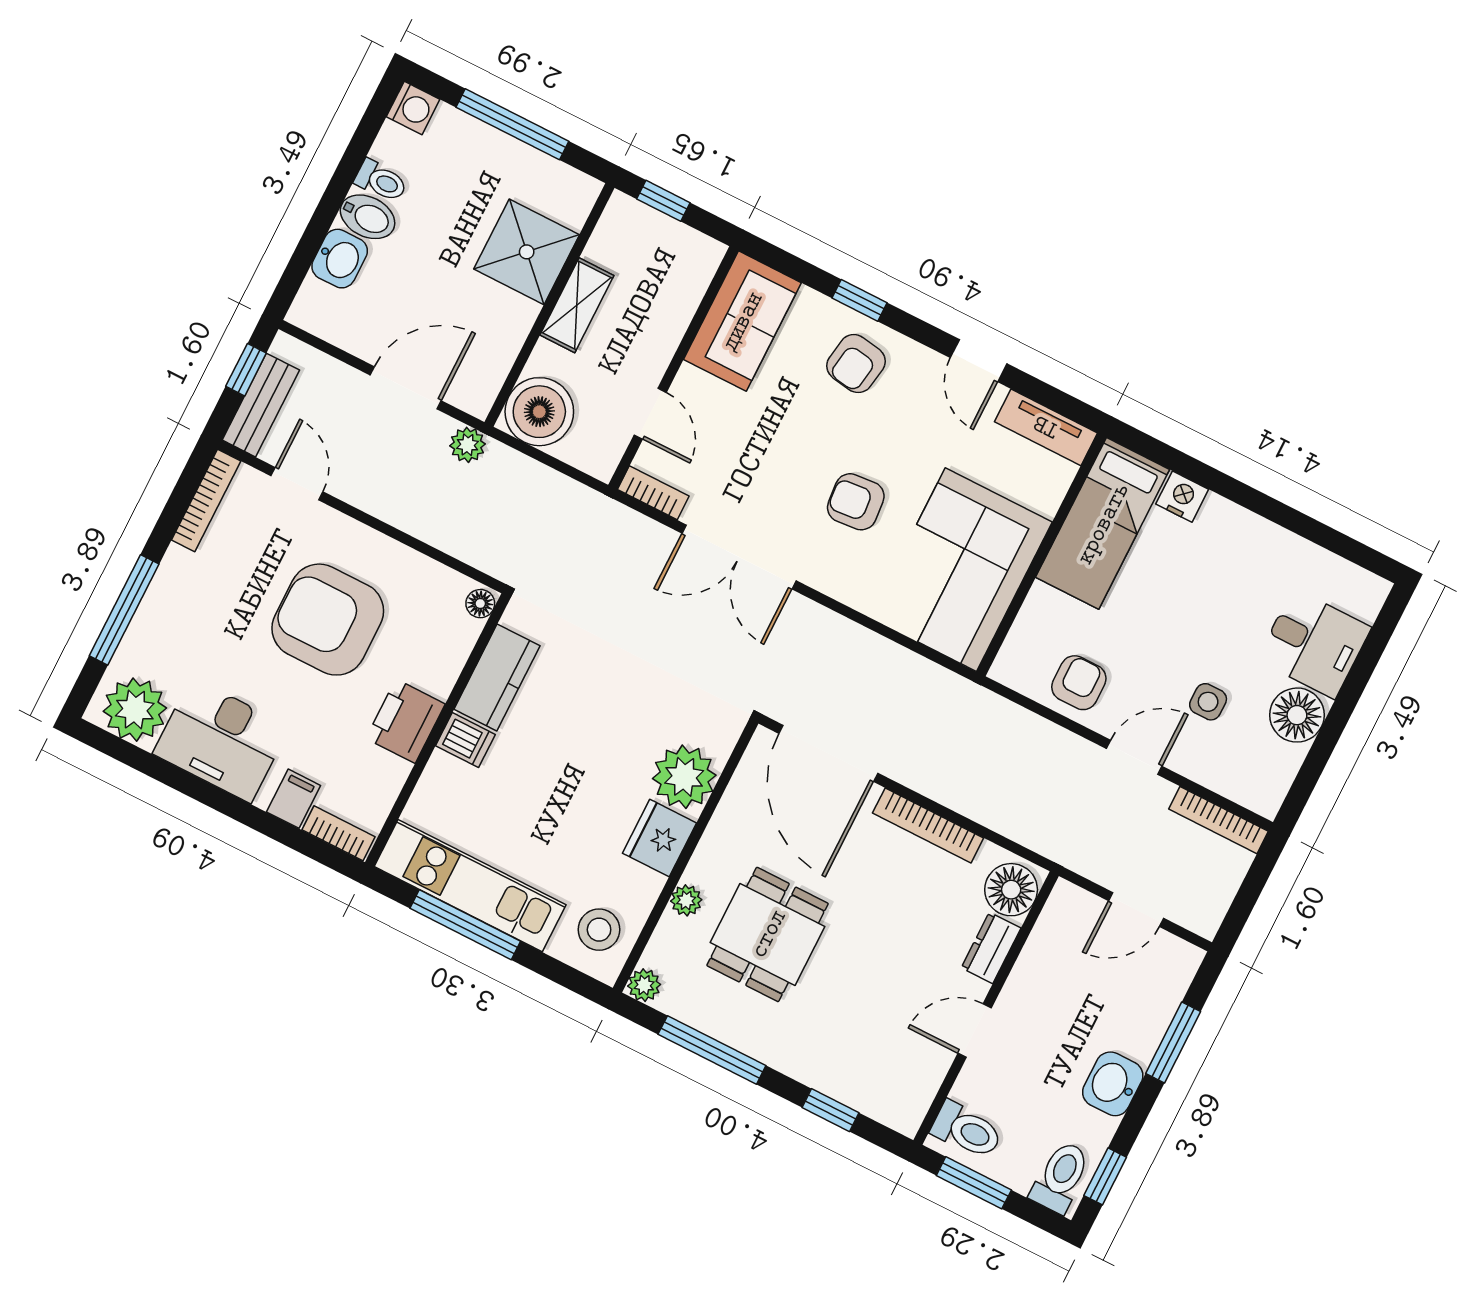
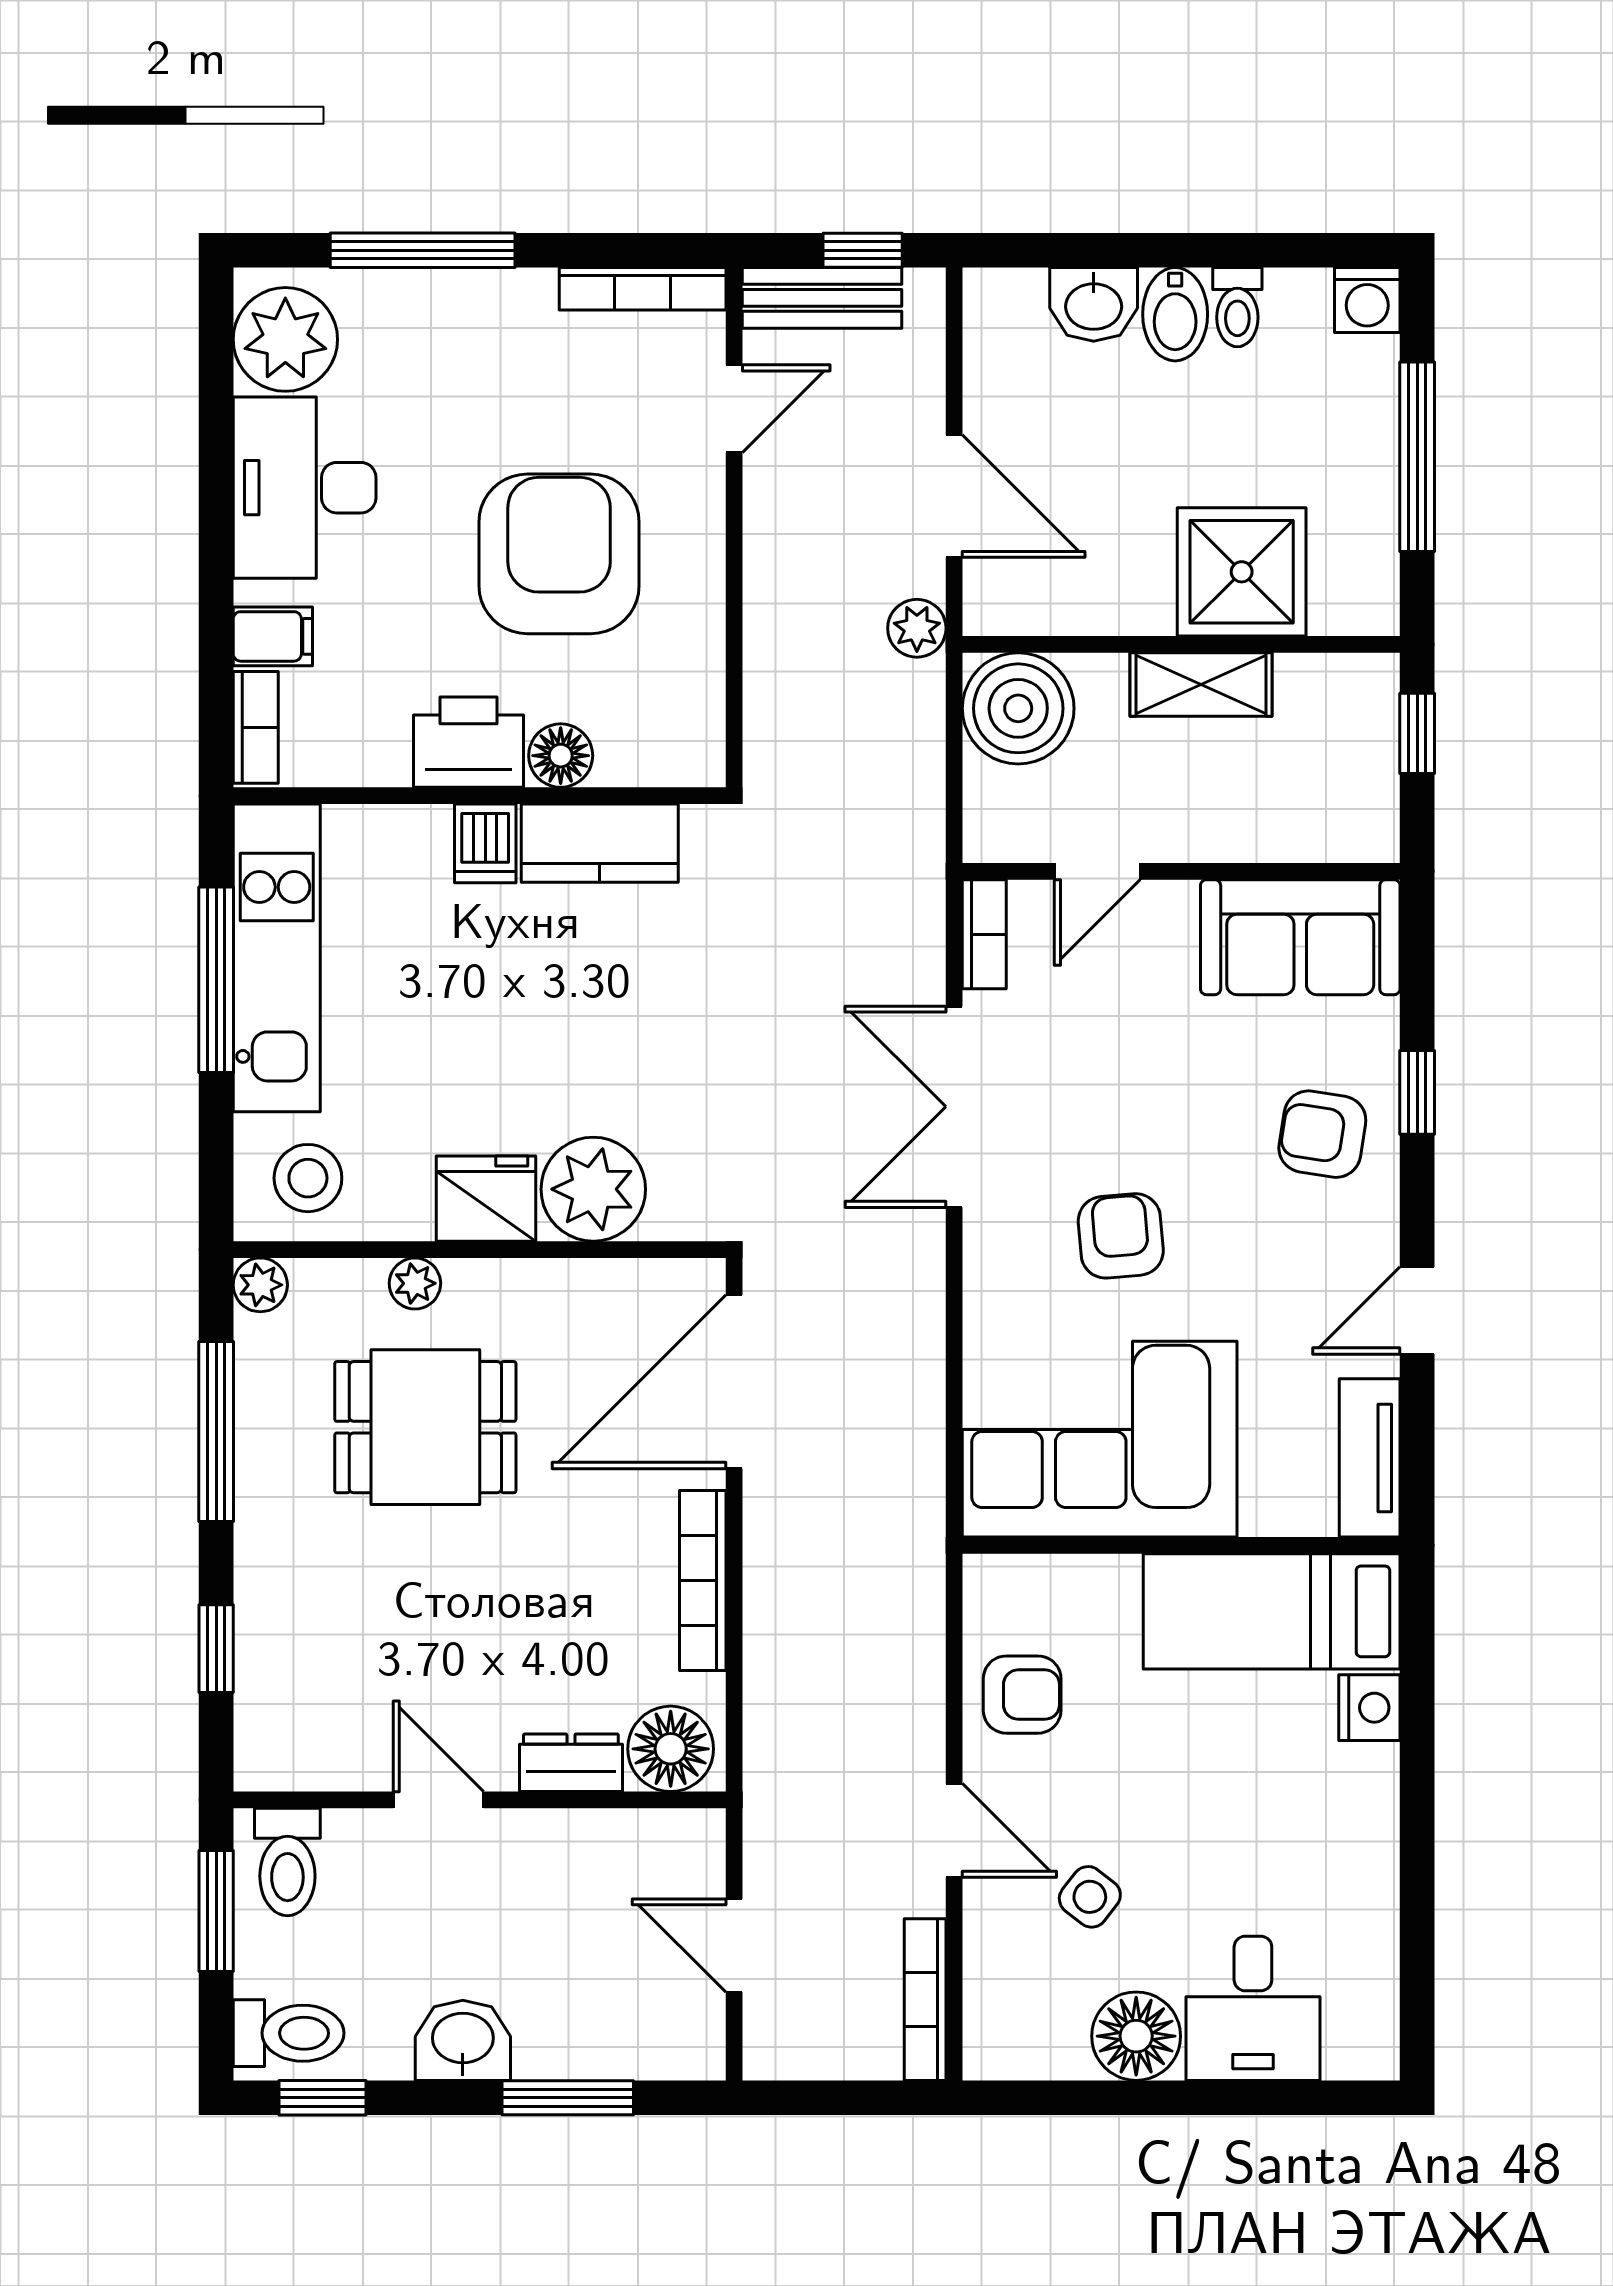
floor lamp: (480, 604) -> (561, 756), moved, width x1.37, depth x1.37
side table: (1208, 702) -> (1090, 1897), turned 38

